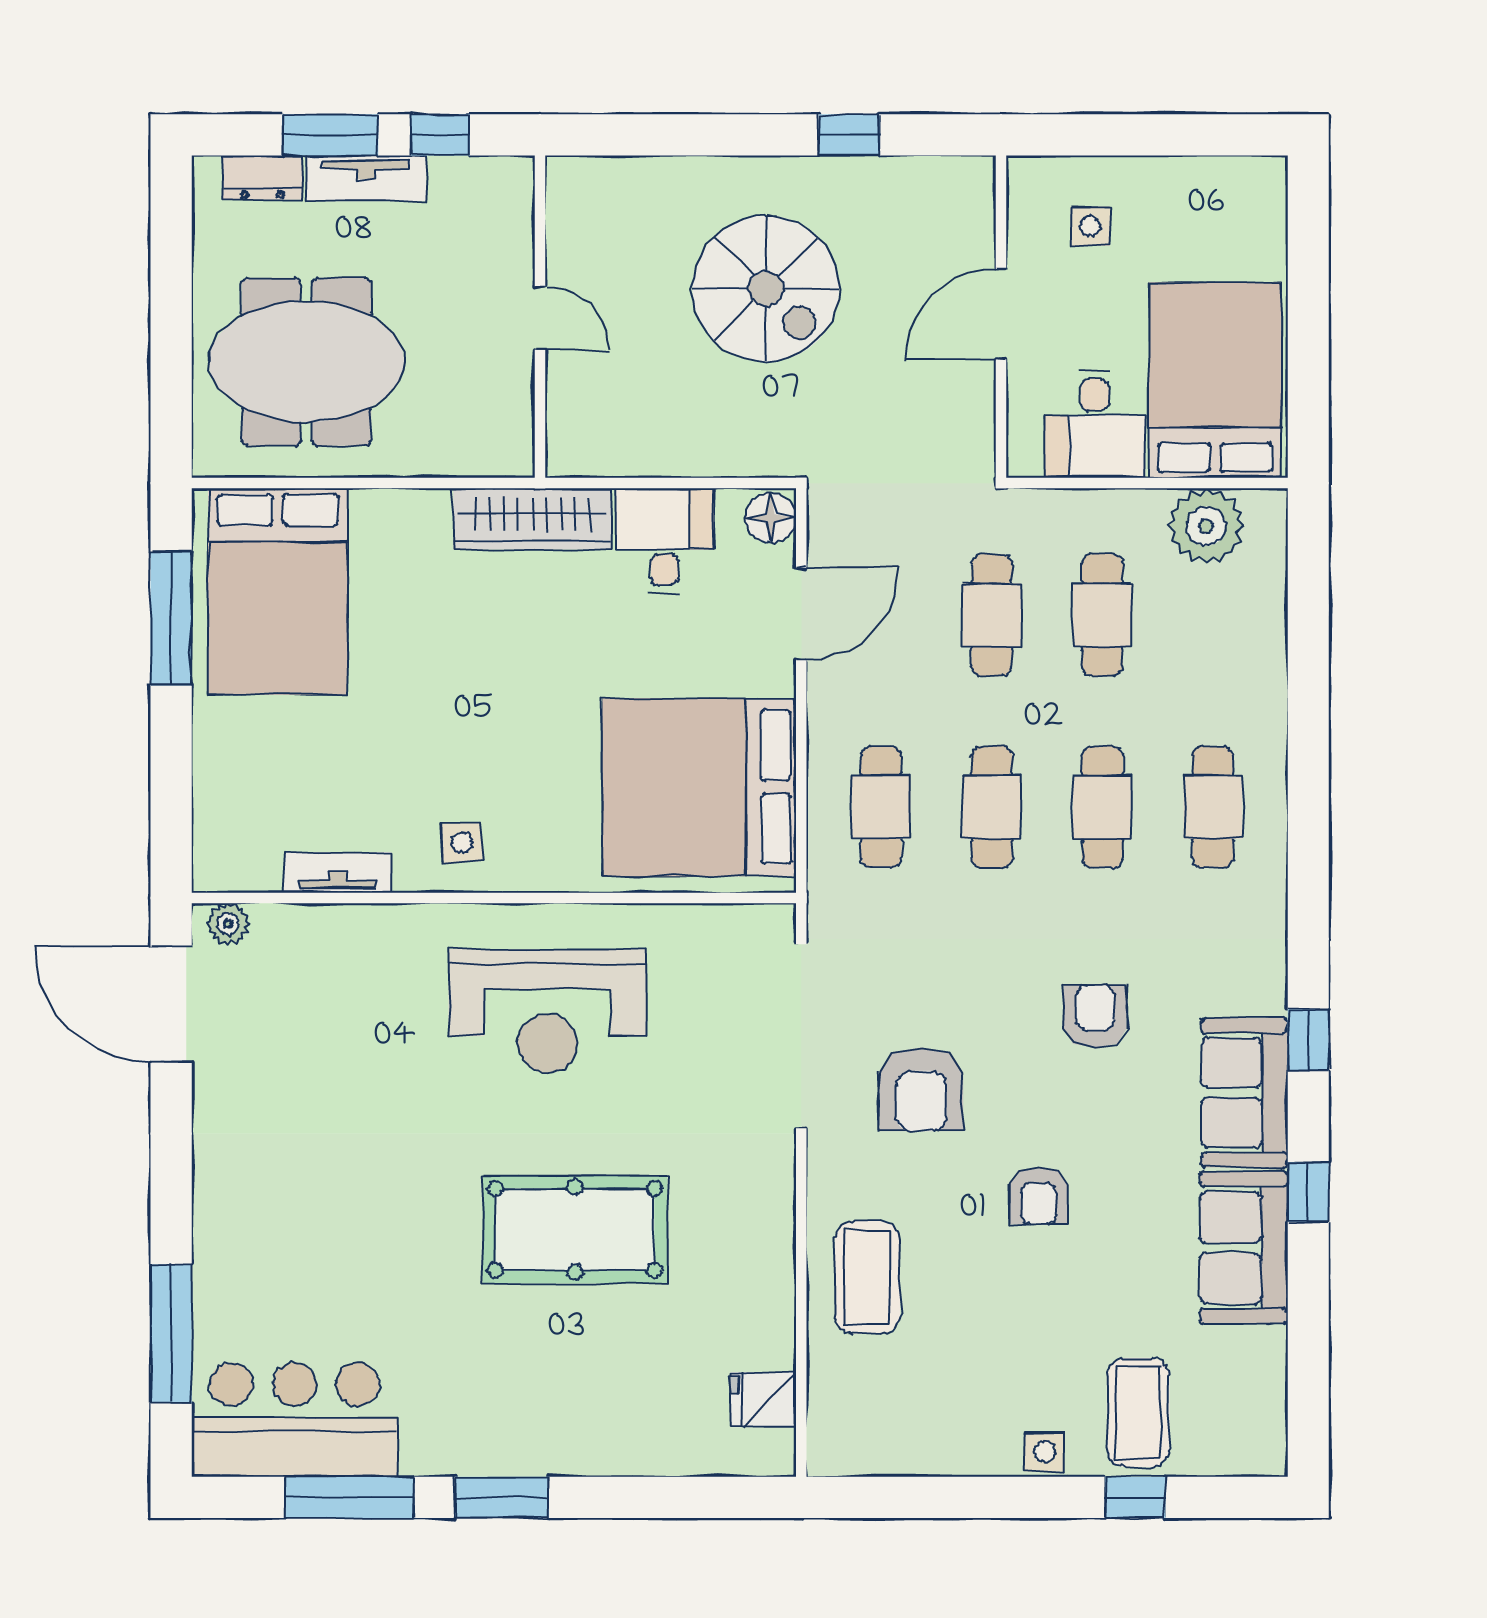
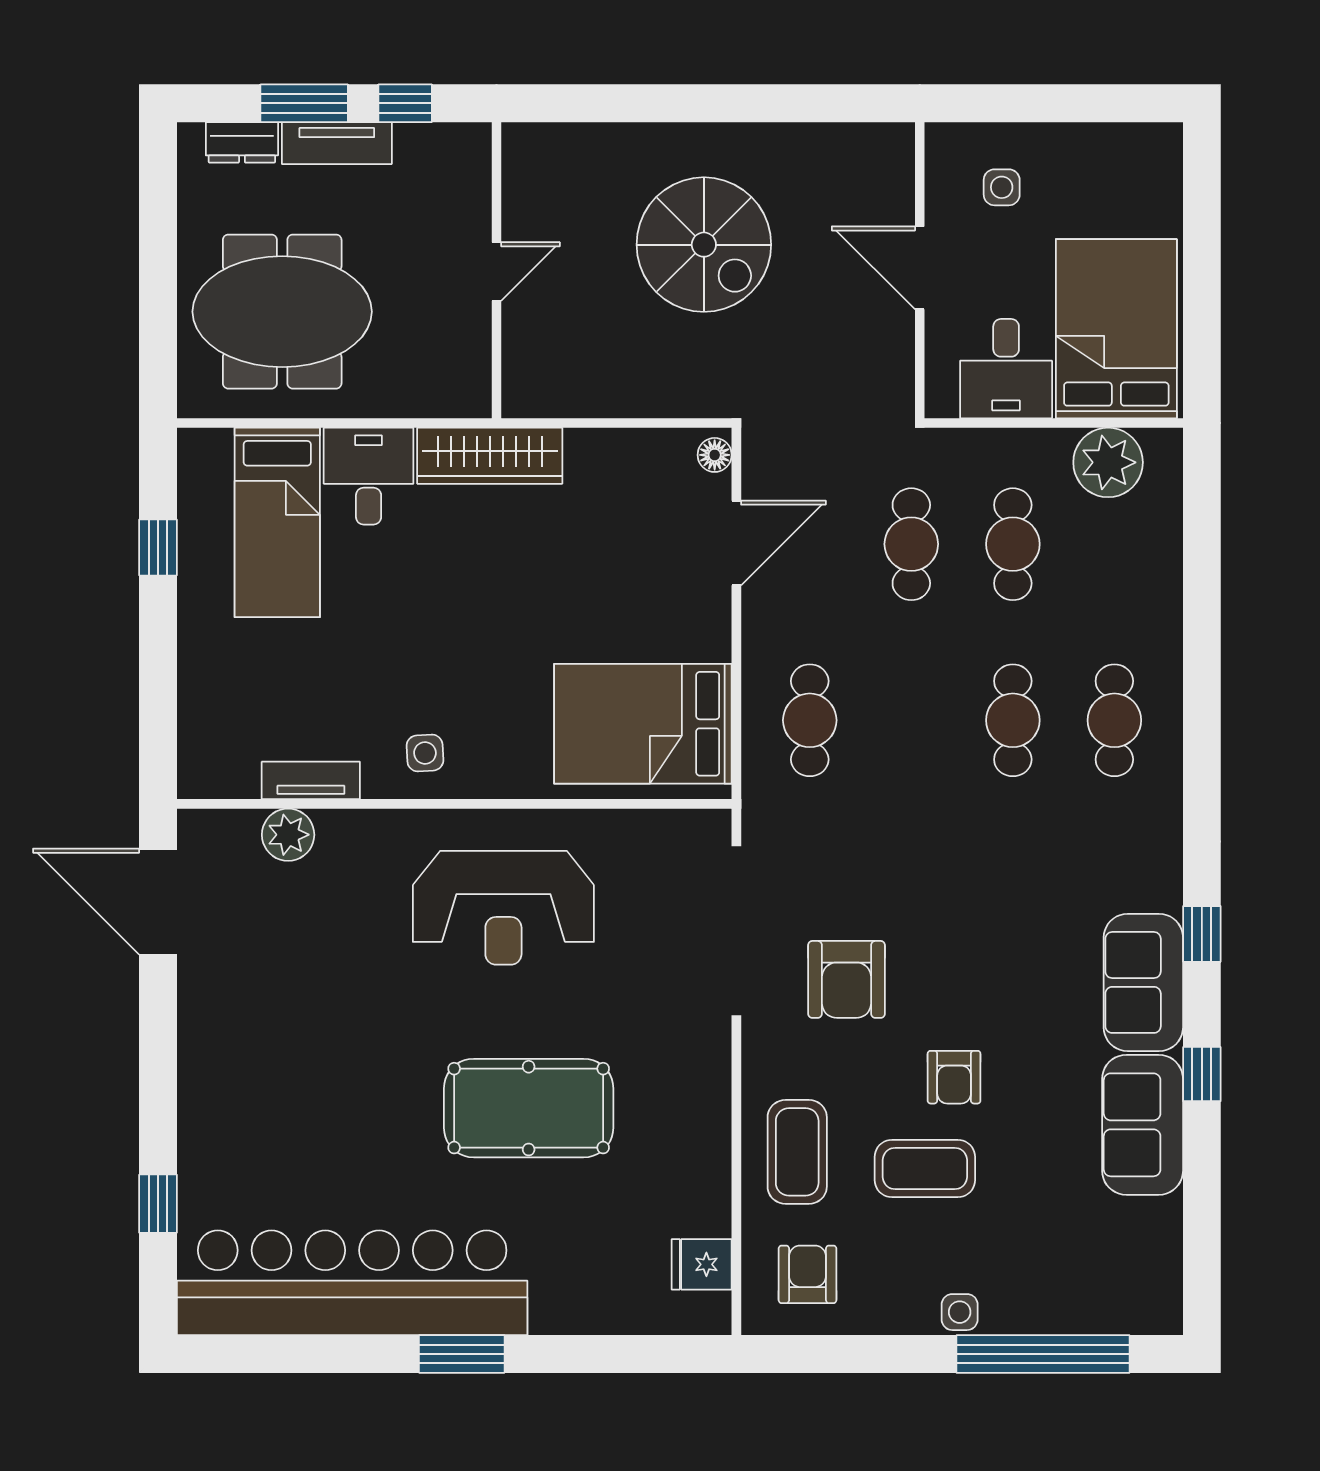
window: (849, 135) -> (780, 103), removed
door: (1001, 314) -> (920, 268), hinge flipped
door: (540, 318) -> (497, 272), hinge flipped
floor lamp: (771, 518) -> (715, 455), width x0.73, depth x0.73
desk: (665, 541) -> (369, 476), moved
bed: (278, 591) -> (277, 522), width x0.67
window: (171, 619) -> (158, 547), width x0.46
bed: (699, 787) -> (643, 724), width x0.73
cafe table: (992, 807) -> (911, 720), removed
plant: (228, 924) -> (288, 835), moved, width x1.38, depth x1.38
armchair: (1095, 1016) -> (808, 1274), moved
window: (171, 1334) -> (158, 1204), width x0.46
coffee table: (1138, 1413) -> (925, 1169), moved, turned 90
bar counter: (294, 1420) -> (352, 1283), width x1.86
window: (350, 1497) -> (322, 1354), removed
window: (1135, 1497) -> (1043, 1354), width x3.17

